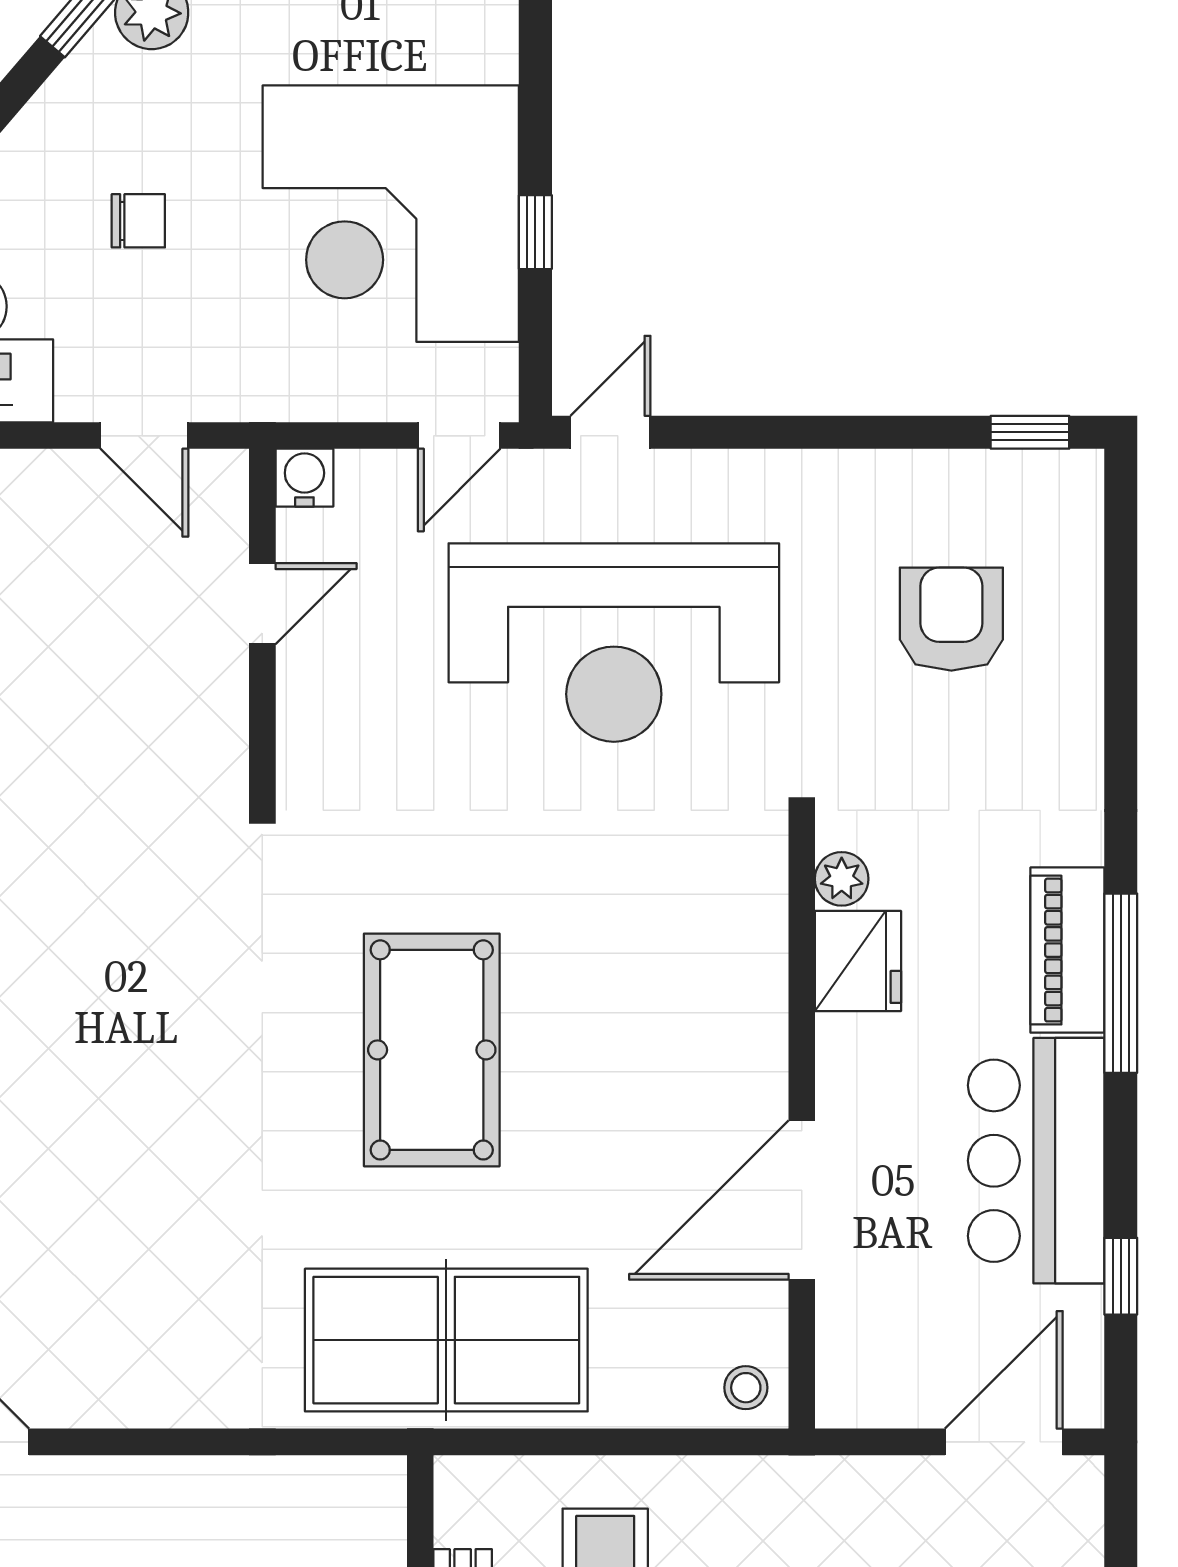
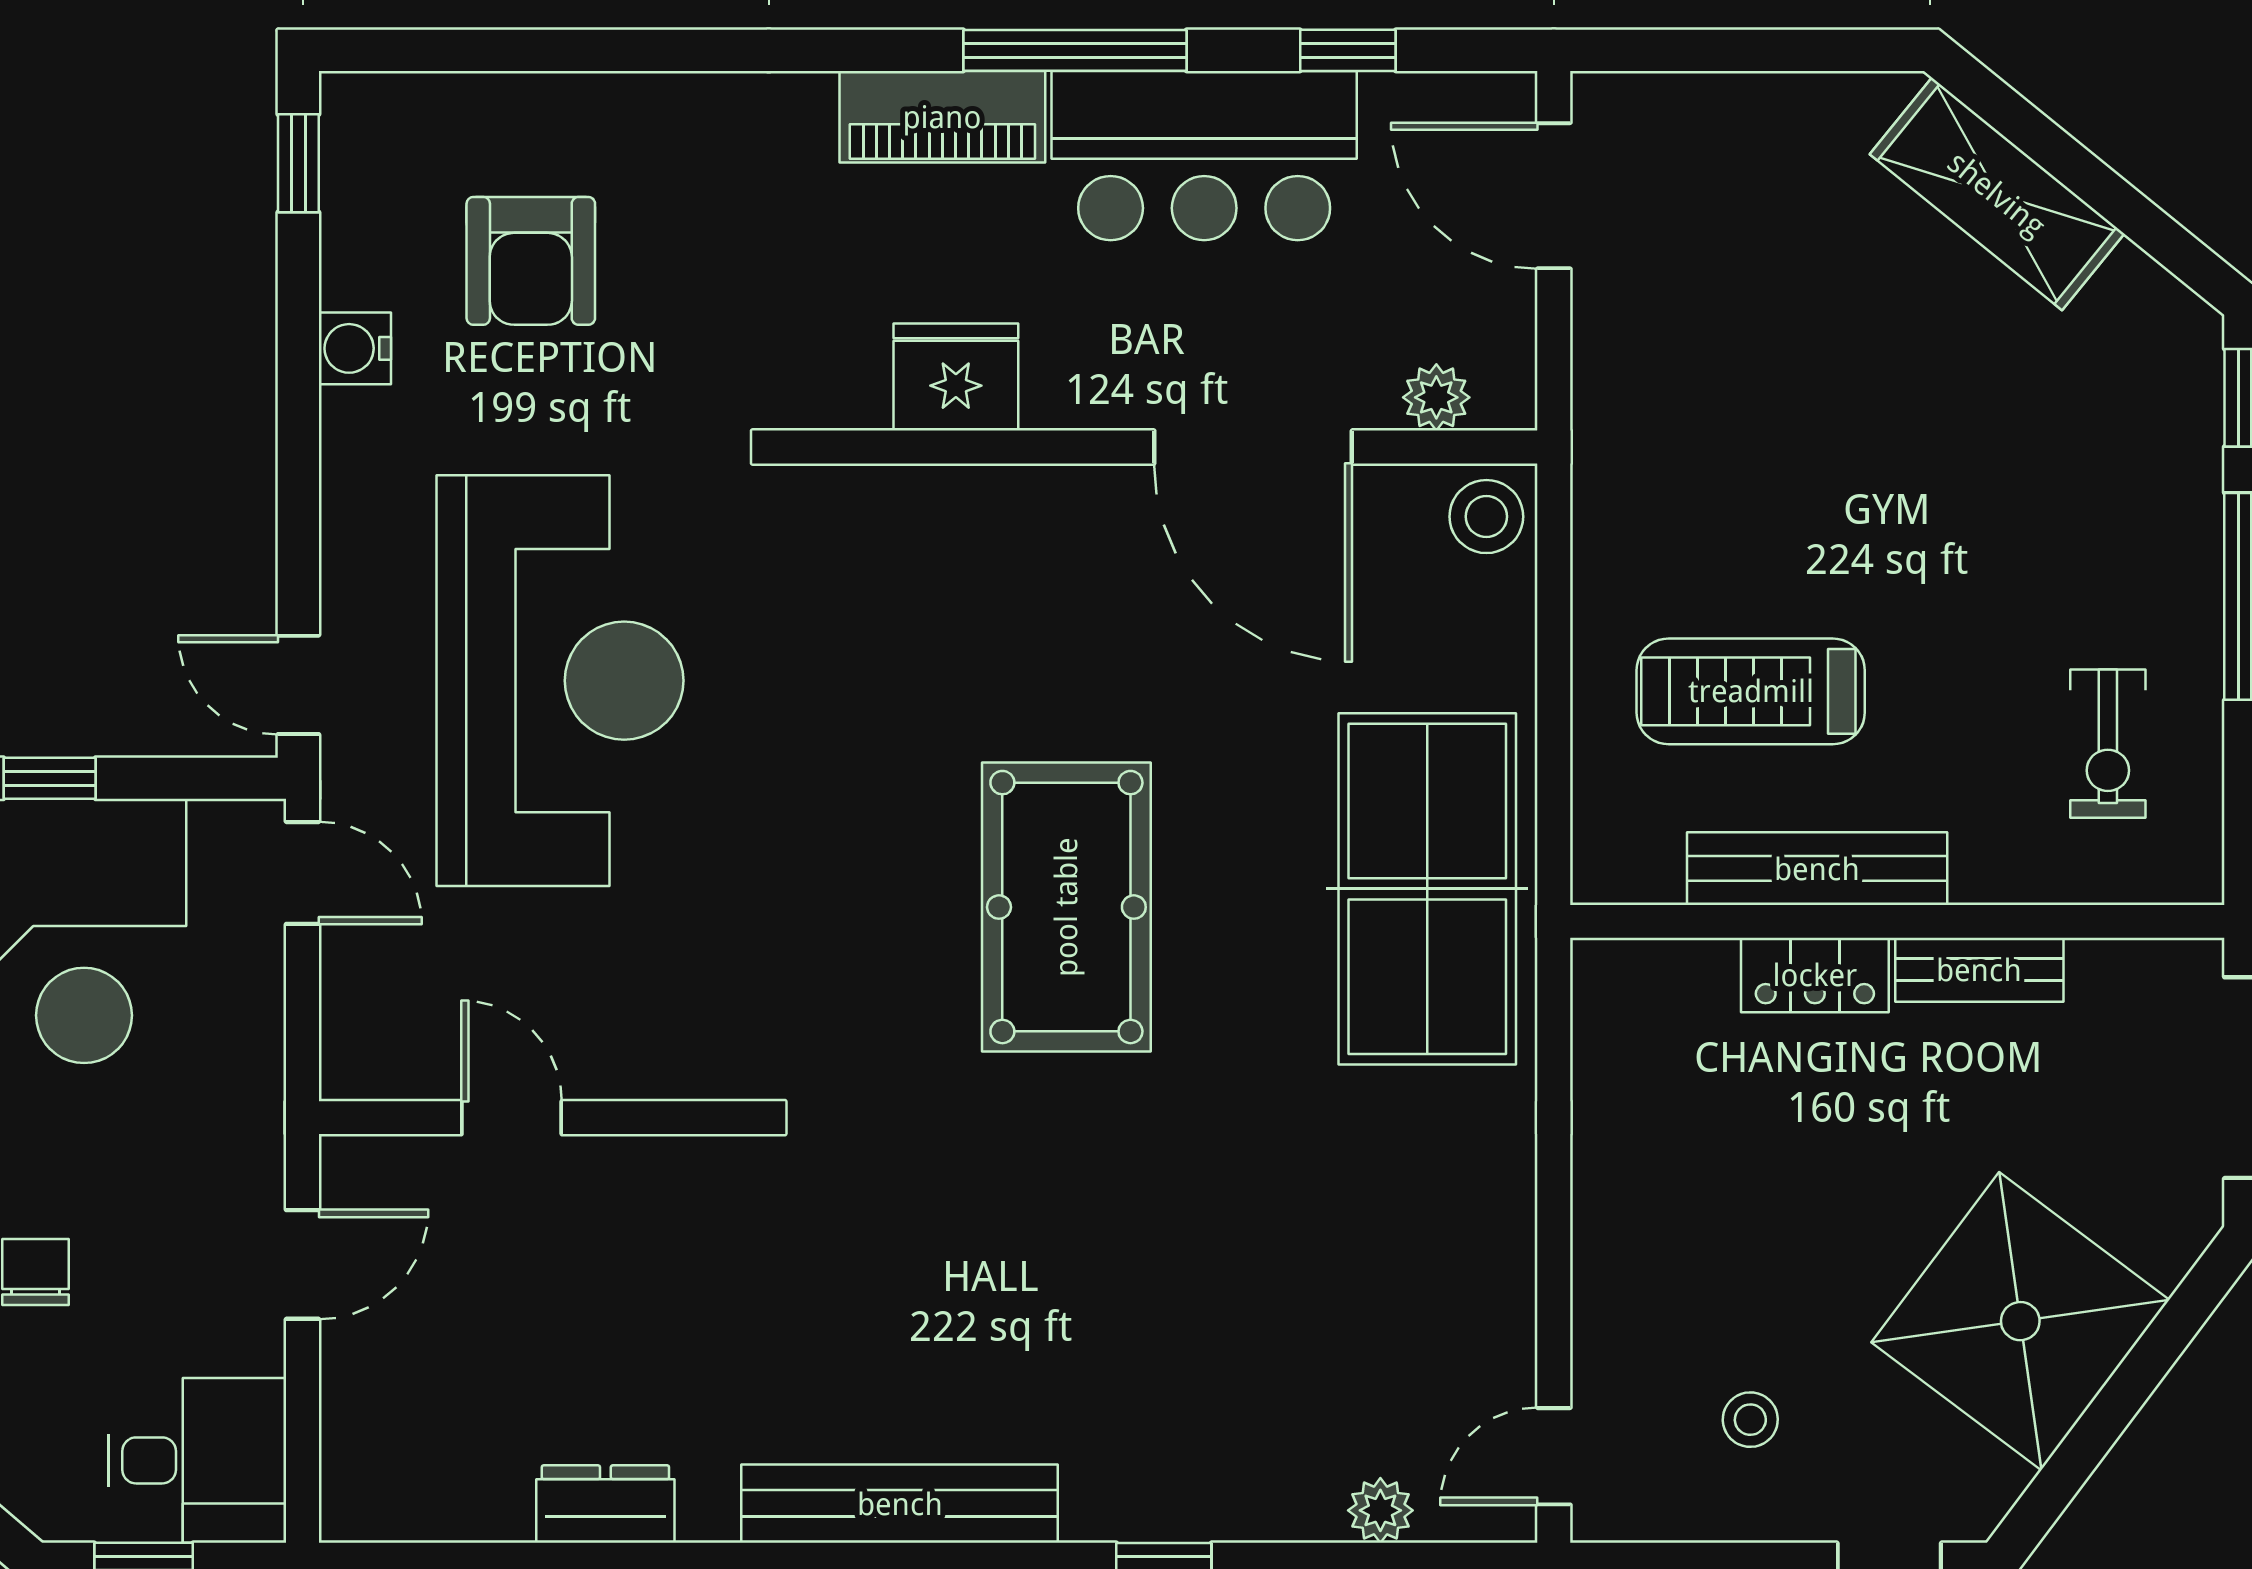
water cooler: (304, 478) -> (355, 348), moved
armchair: (951, 619) -> (531, 261), turned -90
plant: (842, 879) -> (1436, 397), moved
window: (1121, 983) -> (1075, 50), moved
pool table: (432, 1050) -> (1066, 907), turned 90
stool: (746, 1388) -> (1486, 517), width x1.37, depth x1.37

